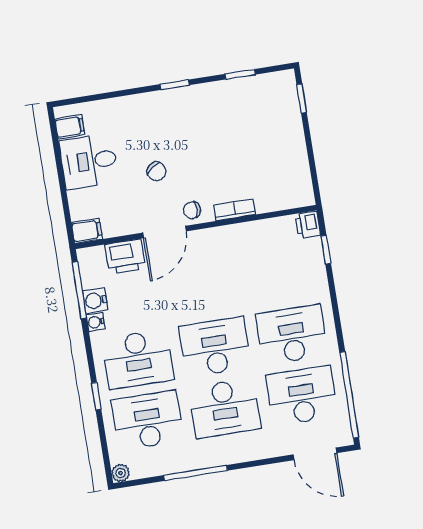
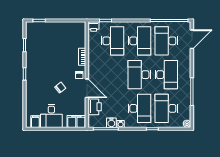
filing cabinet: (87, 231) -> (76, 121), width x2.00
desk: (282, 273) -> (113, 41), added
desk: (292, 335) -> (139, 41), turned 180

